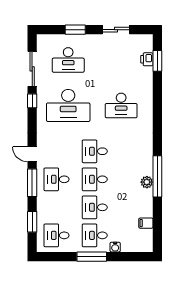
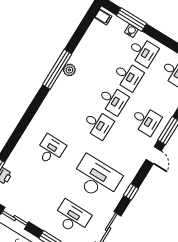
window: (32, 101) -> (131, 192), moved
desk: (121, 105) -> (51, 150), width x0.73
filing cabinet: (146, 223) -> (103, 17), moved
window: (92, 257) -> (131, 19), moved

